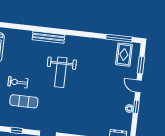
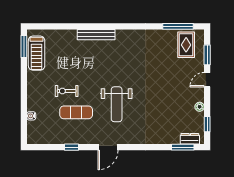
weight bench: (61, 72) -> (117, 104), moved
door: (138, 86) -> (207, 80), hinge flipped
window: (136, 107) -> (207, 124), moved

